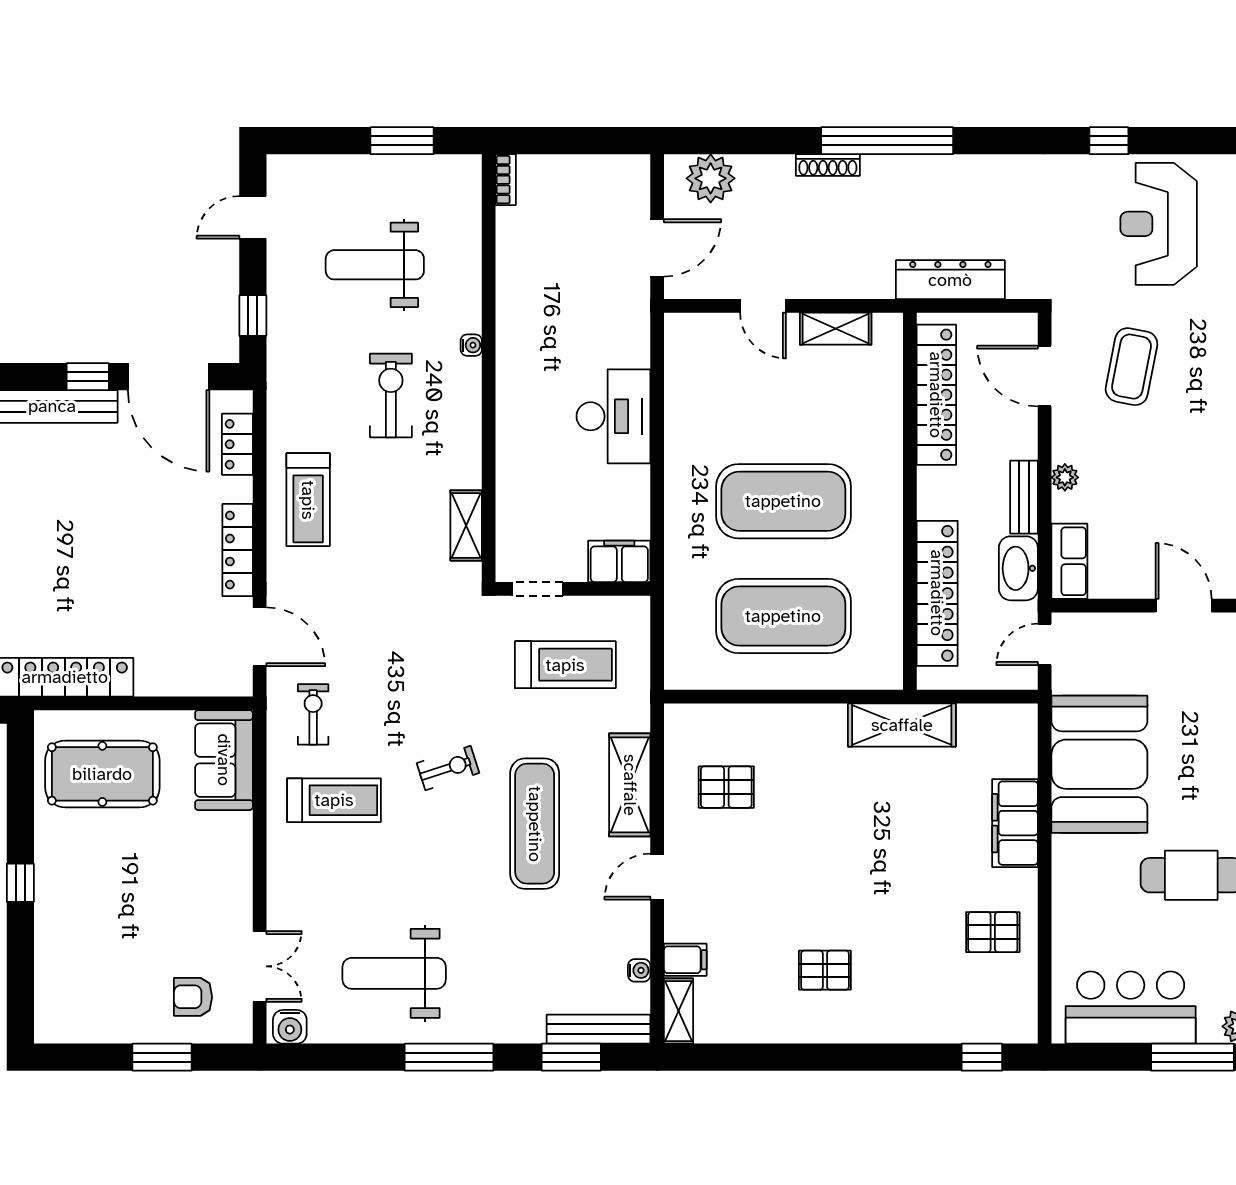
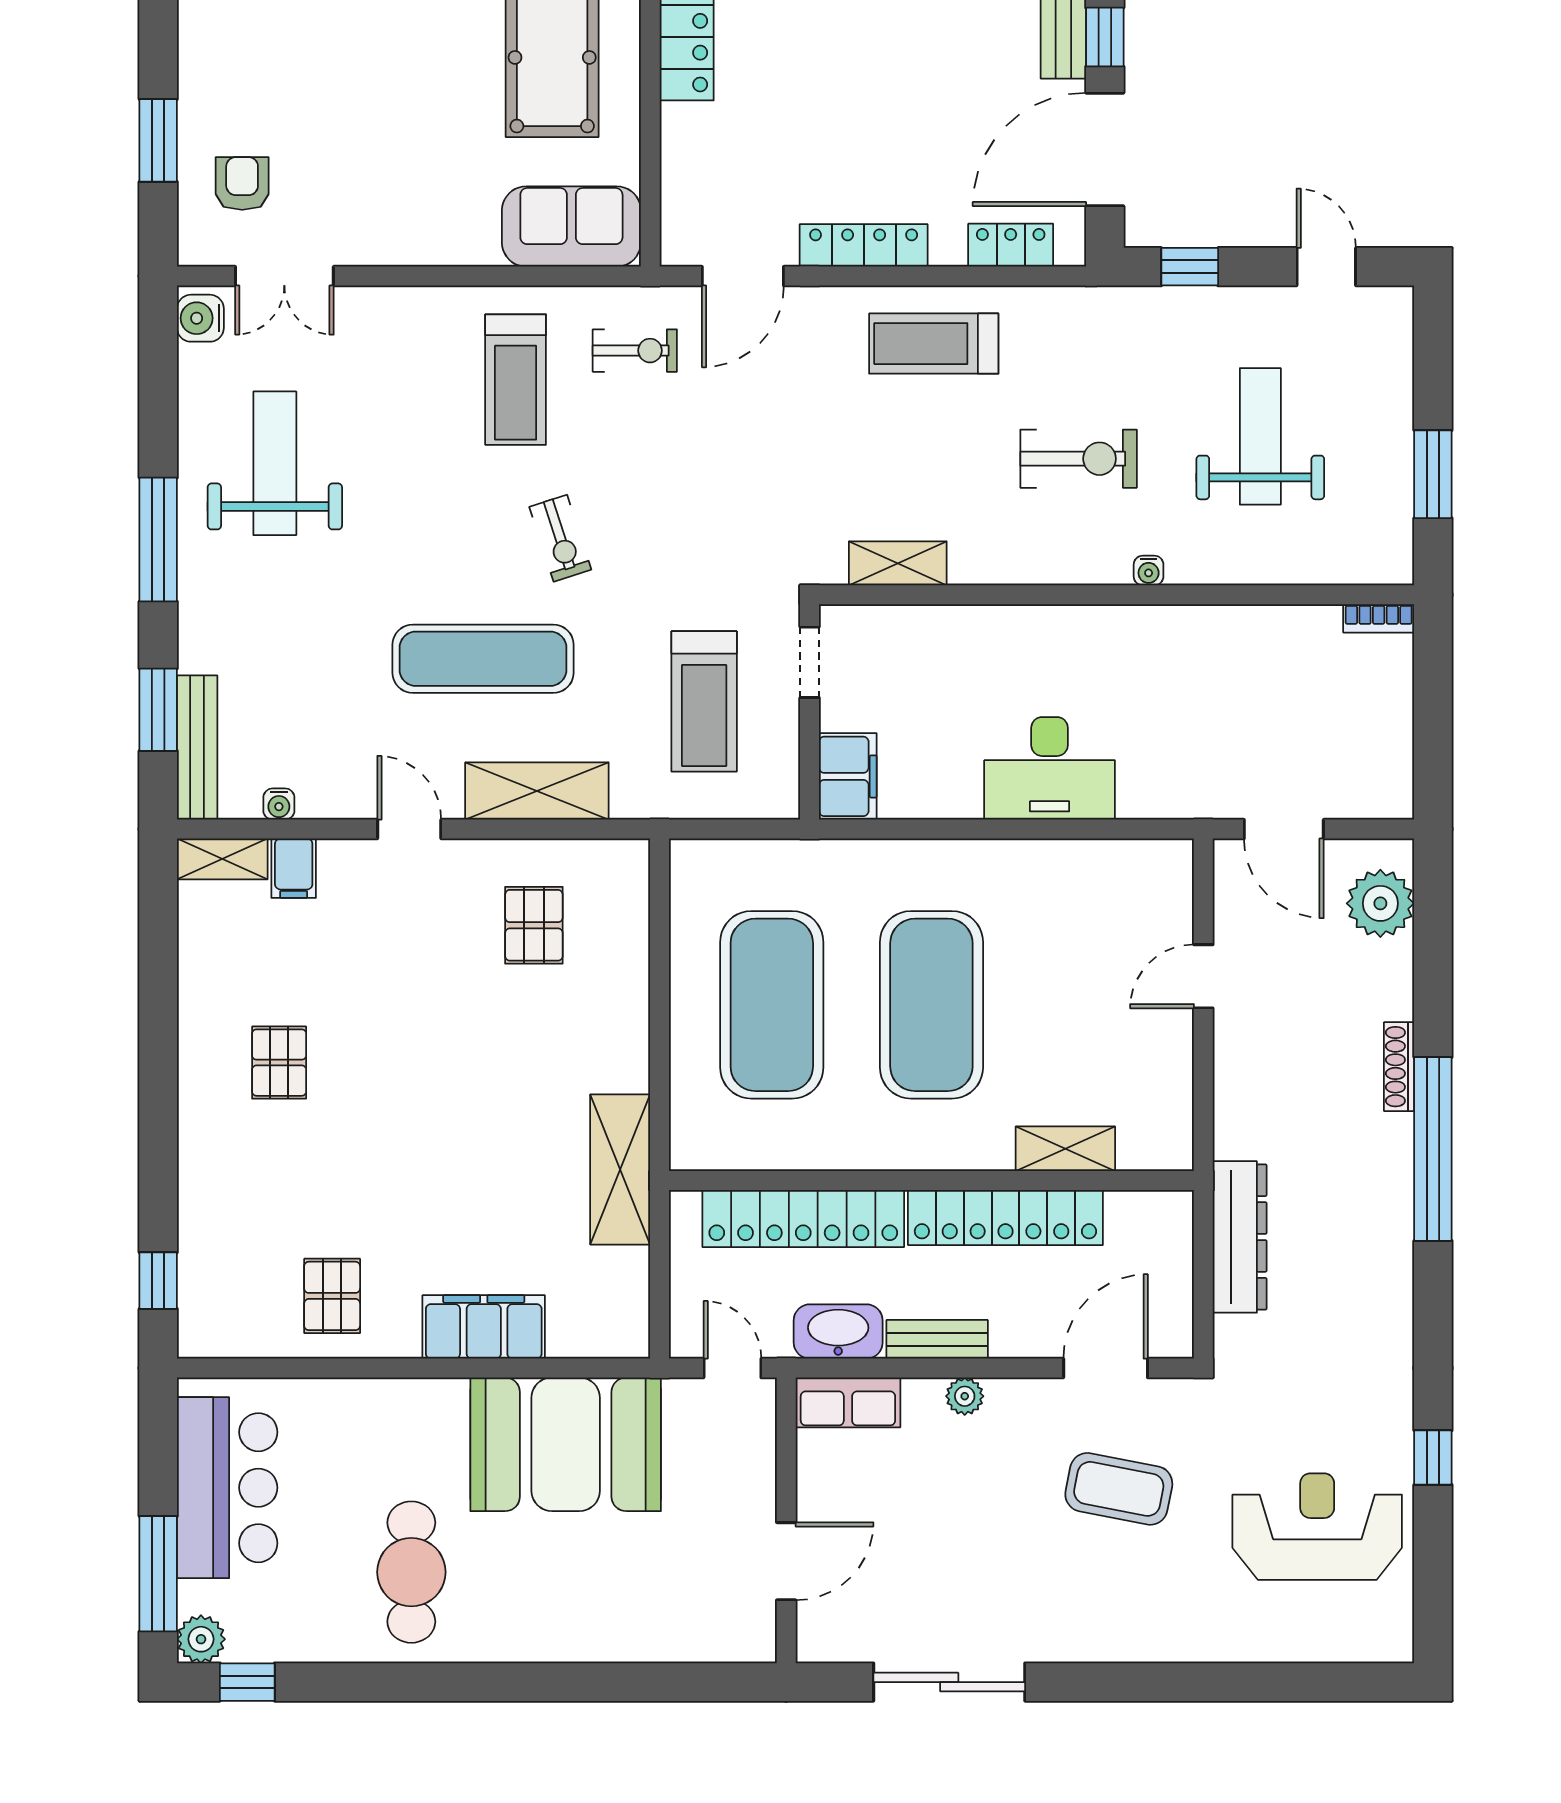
shelving: (836, 329) -> (1065, 1149), moved, turned 90
locker: (936, 395) -> (1005, 1218), moved

